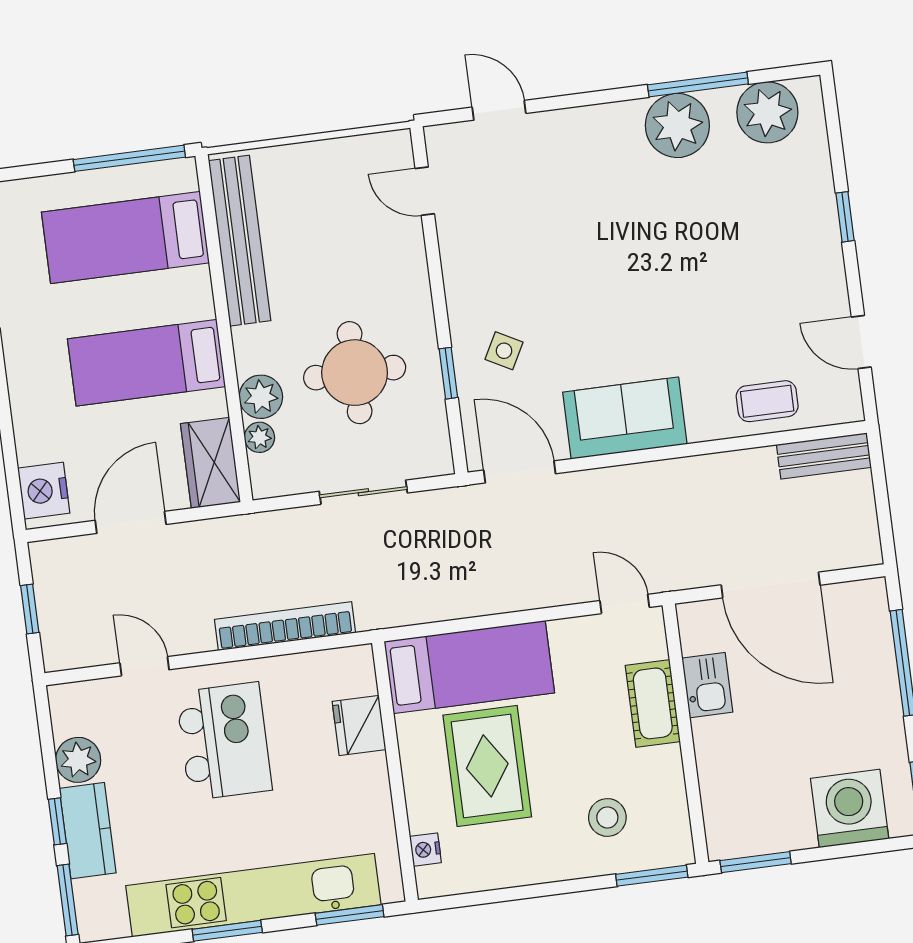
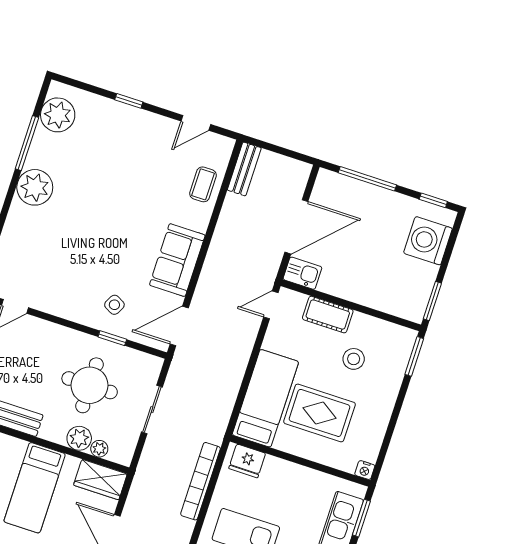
plant: (677, 125) -> (35, 187), moved
kitchen sink: (707, 685) -> (302, 273), moved
fridge: (359, 726) -> (247, 461), moved
stool: (607, 817) -> (354, 359), moved
nightstand: (425, 850) -> (365, 470), moved

